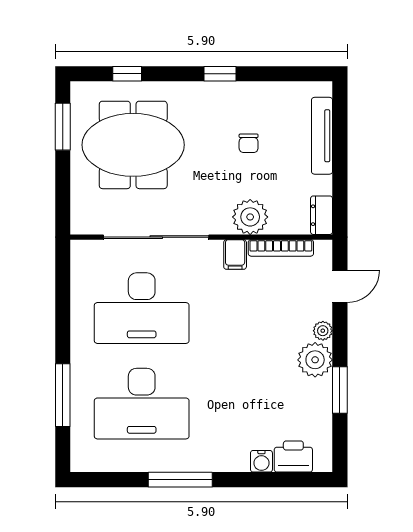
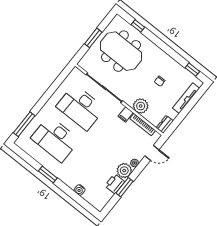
window: (220, 74) -> (192, 70), moved
window: (63, 127) -> (93, 38), moved
window: (63, 395) -> (24, 124), moved
printer: (293, 456) -> (115, 184), moved, turned -90
window: (180, 480) -> (48, 174), width x0.69

